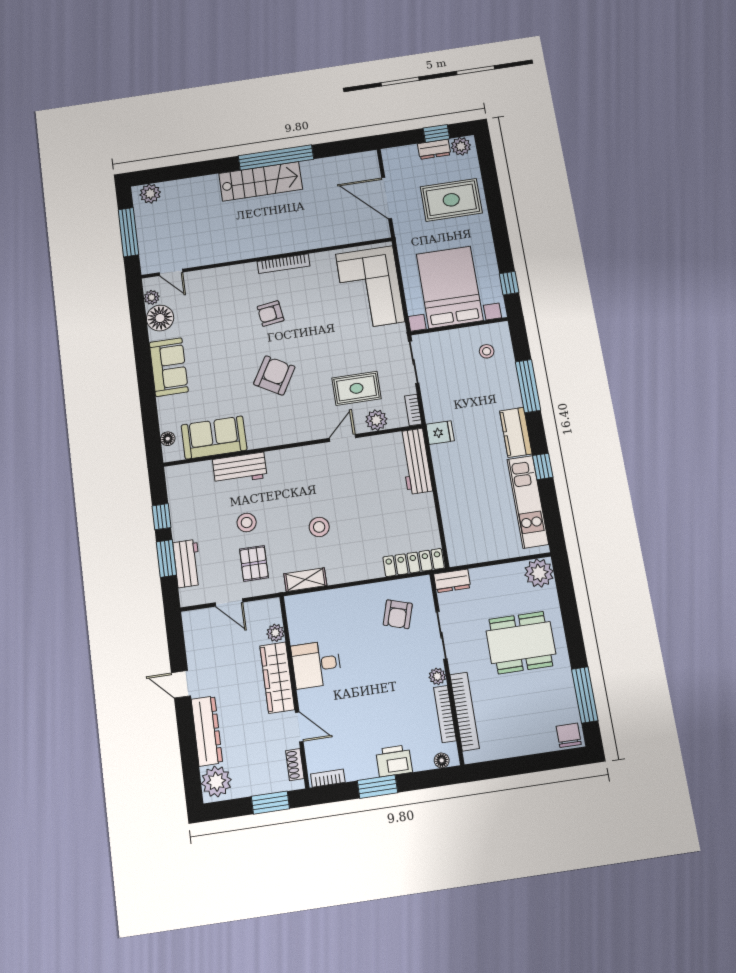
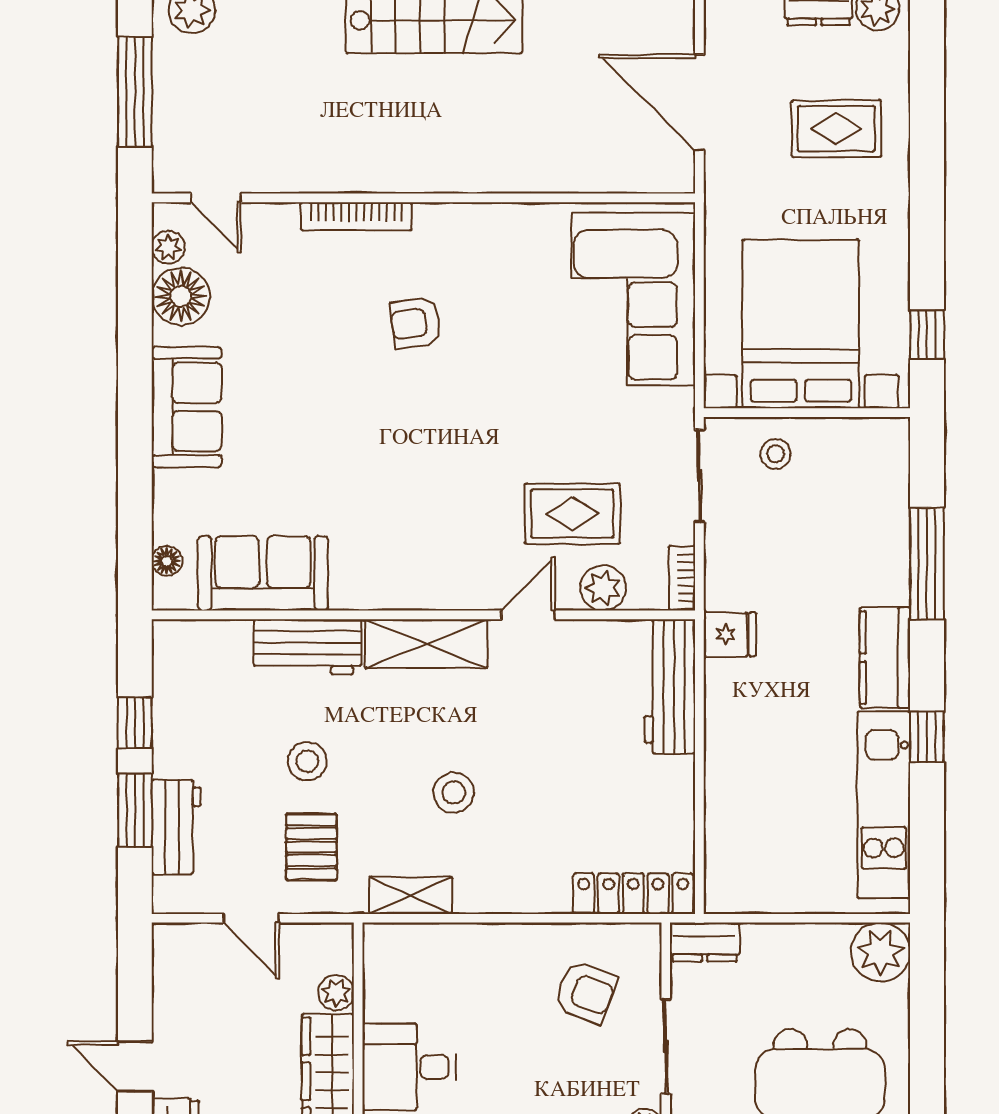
rug: (451, 200) -> (836, 129), width x0.73, depth x0.70
bookcase: (284, 264) -> (356, 216), moved
stool: (487, 351) -> (776, 454), moved
armchair: (274, 375) -> (405, 460), removed
shelving: (296, 459) -> (426, 644), added
armchair: (398, 614) -> (585, 992), turned -86

